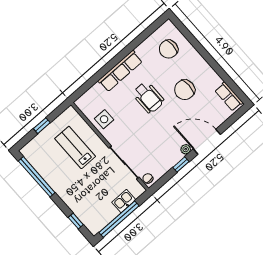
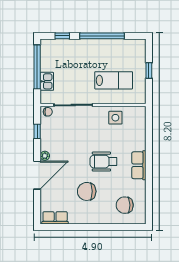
chair: (169, 49) -> (125, 205), turned -91
row of seats: (120, 71) -> (139, 165), width x0.68
chair: (185, 90) -> (87, 191), turned -90
window: (181, 165) -> (37, 131), moved
window: (37, 177) -> (102, 36), moved

